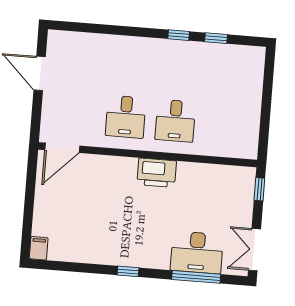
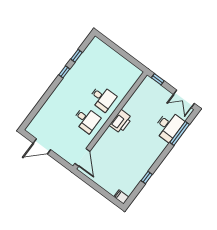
window: (128, 271) -> (147, 177), moved

